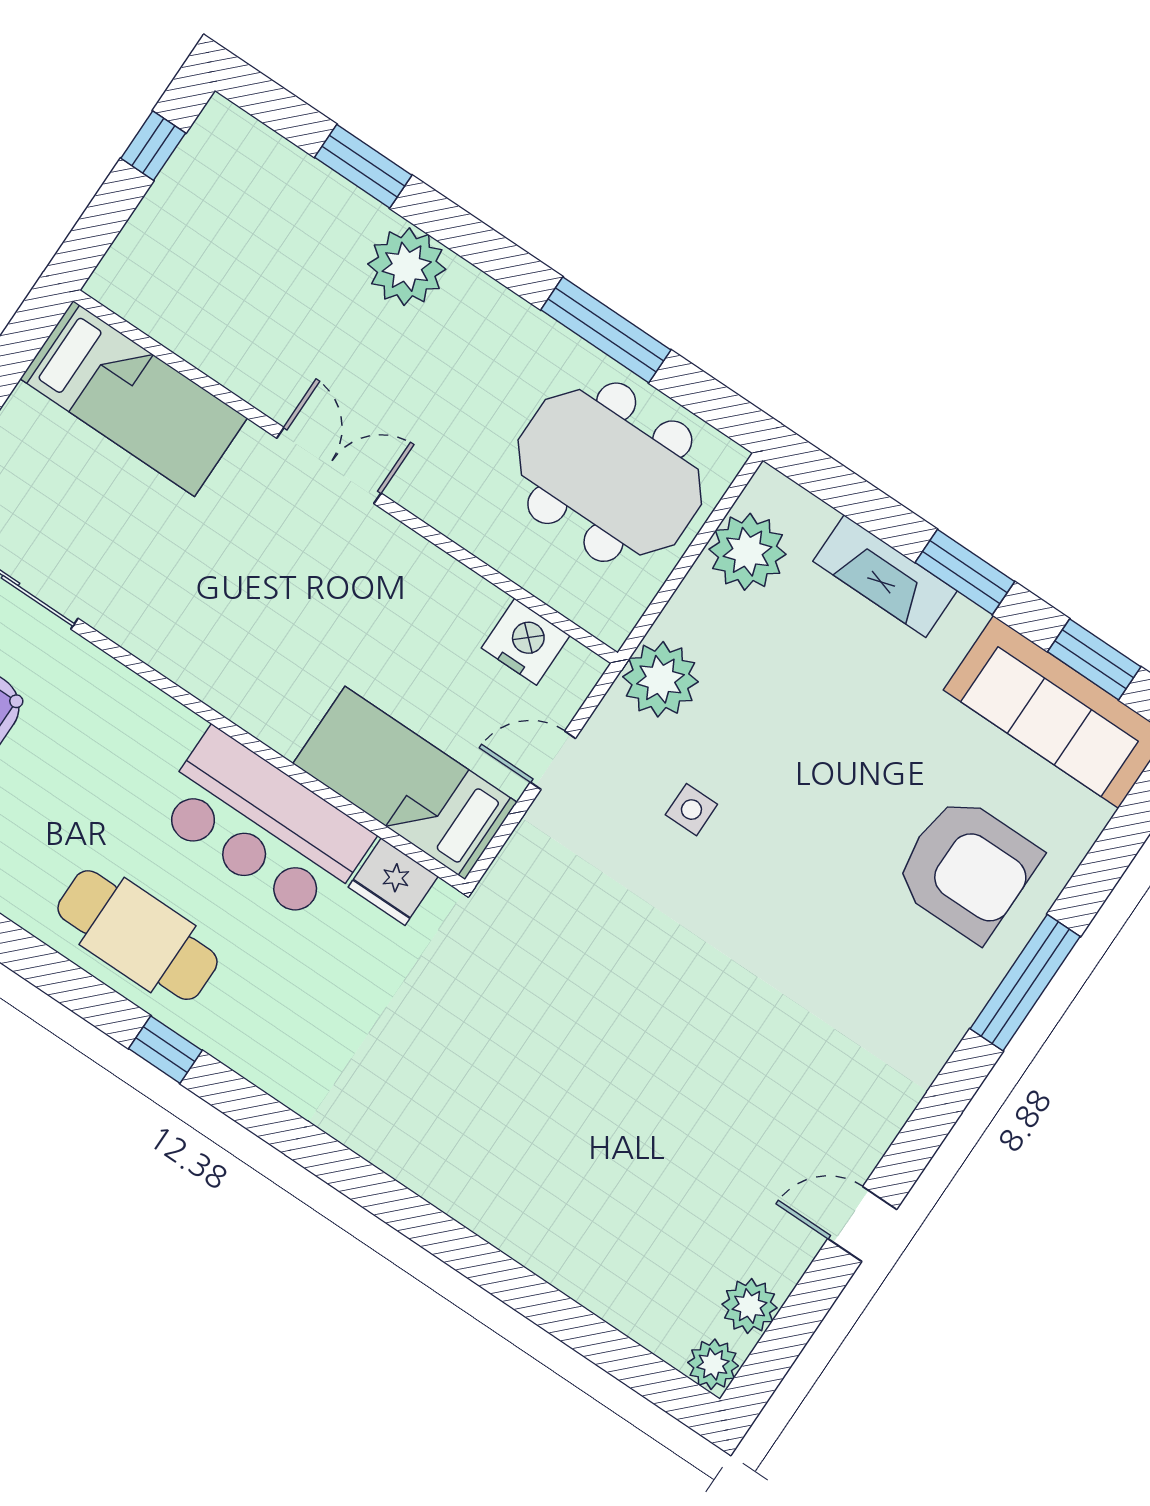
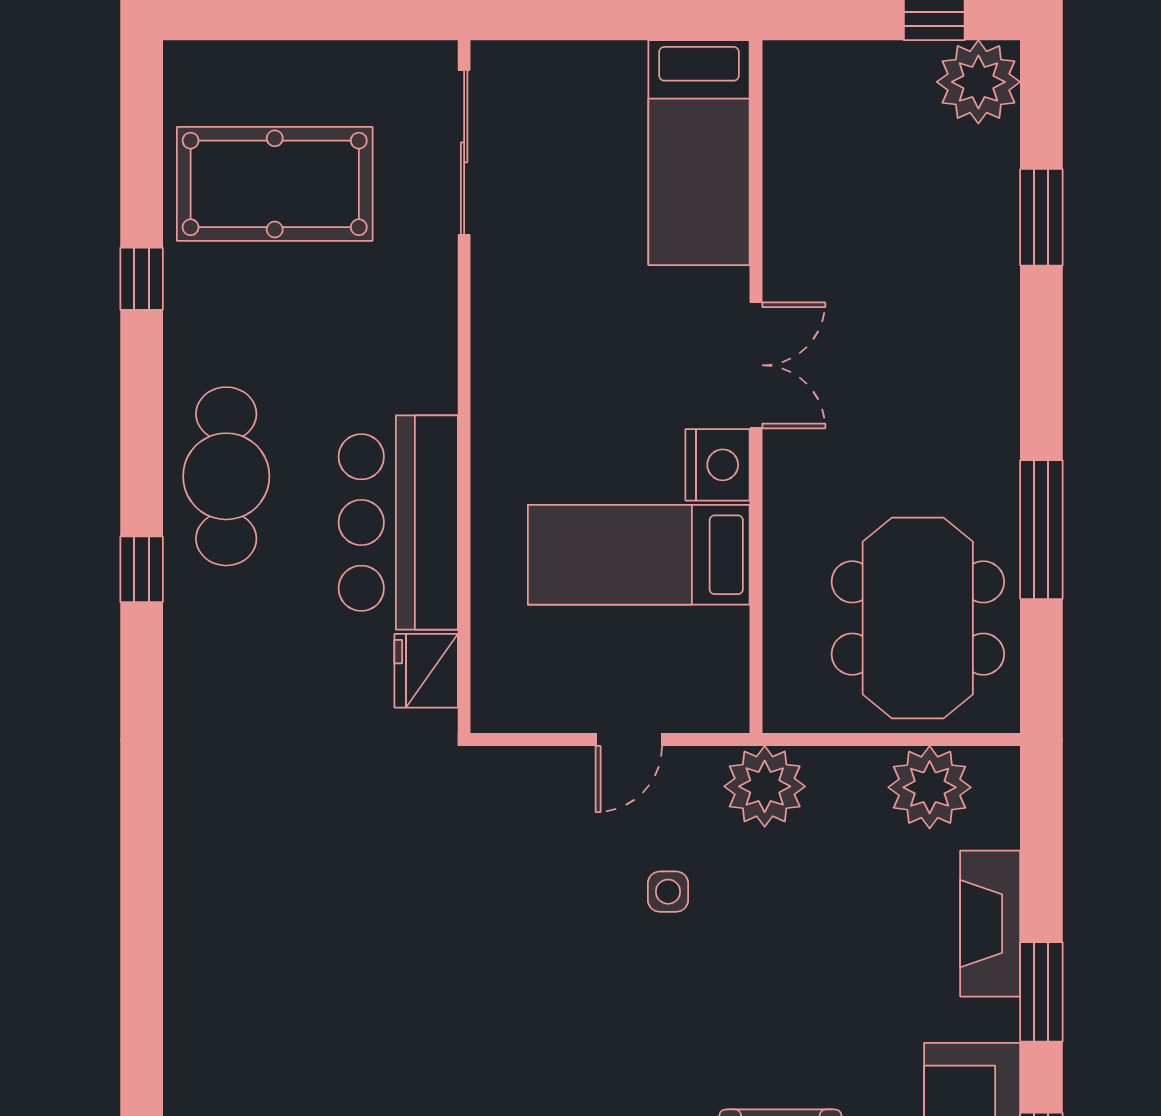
plant: (407, 267) -> (978, 82), moved
nightstand: (526, 642) -> (718, 465), moved
door: (553, 760) -> (629, 740), swing flipped
bed: (405, 783) -> (639, 555), moved, turned -90

